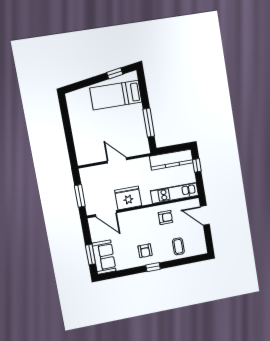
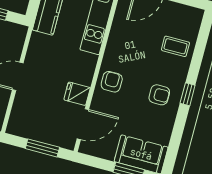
fridge: (128, 198) -> (77, 94), width x0.53, depth x0.75
armchair: (165, 217) -> (112, 82), moved

